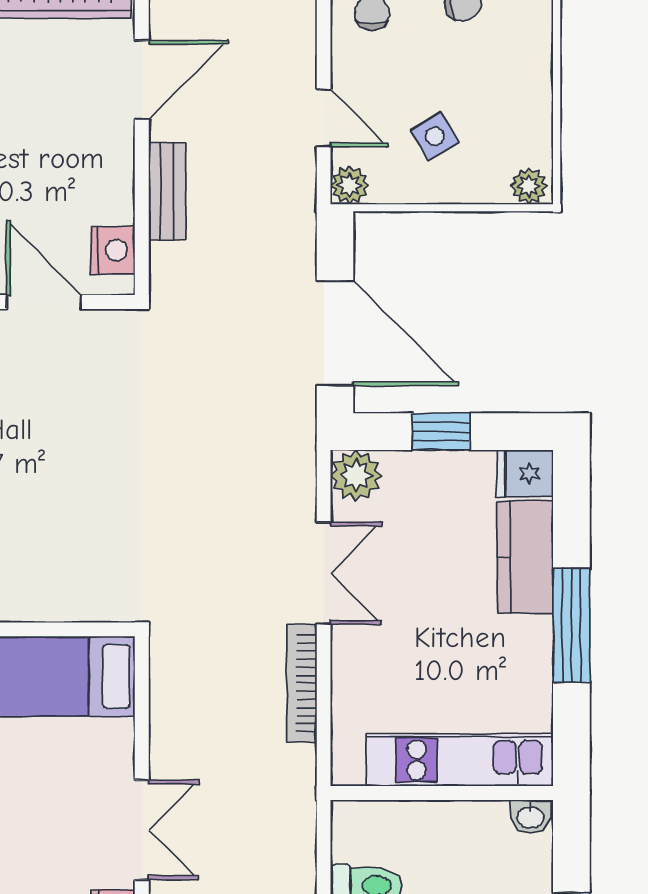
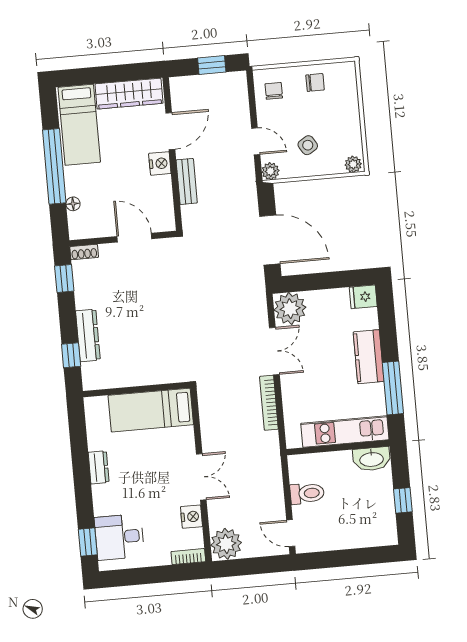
nightstand: (113, 250) -> (160, 163), moved
window: (441, 432) -> (323, 281), removed
plant: (356, 475) -> (290, 309), width x1.36, depth x1.36
kitchen counter: (525, 557) -> (369, 357), moved
window: (571, 625) -> (393, 388), moved
washbasin: (531, 816) -> (372, 459), width x1.91, depth x1.45

